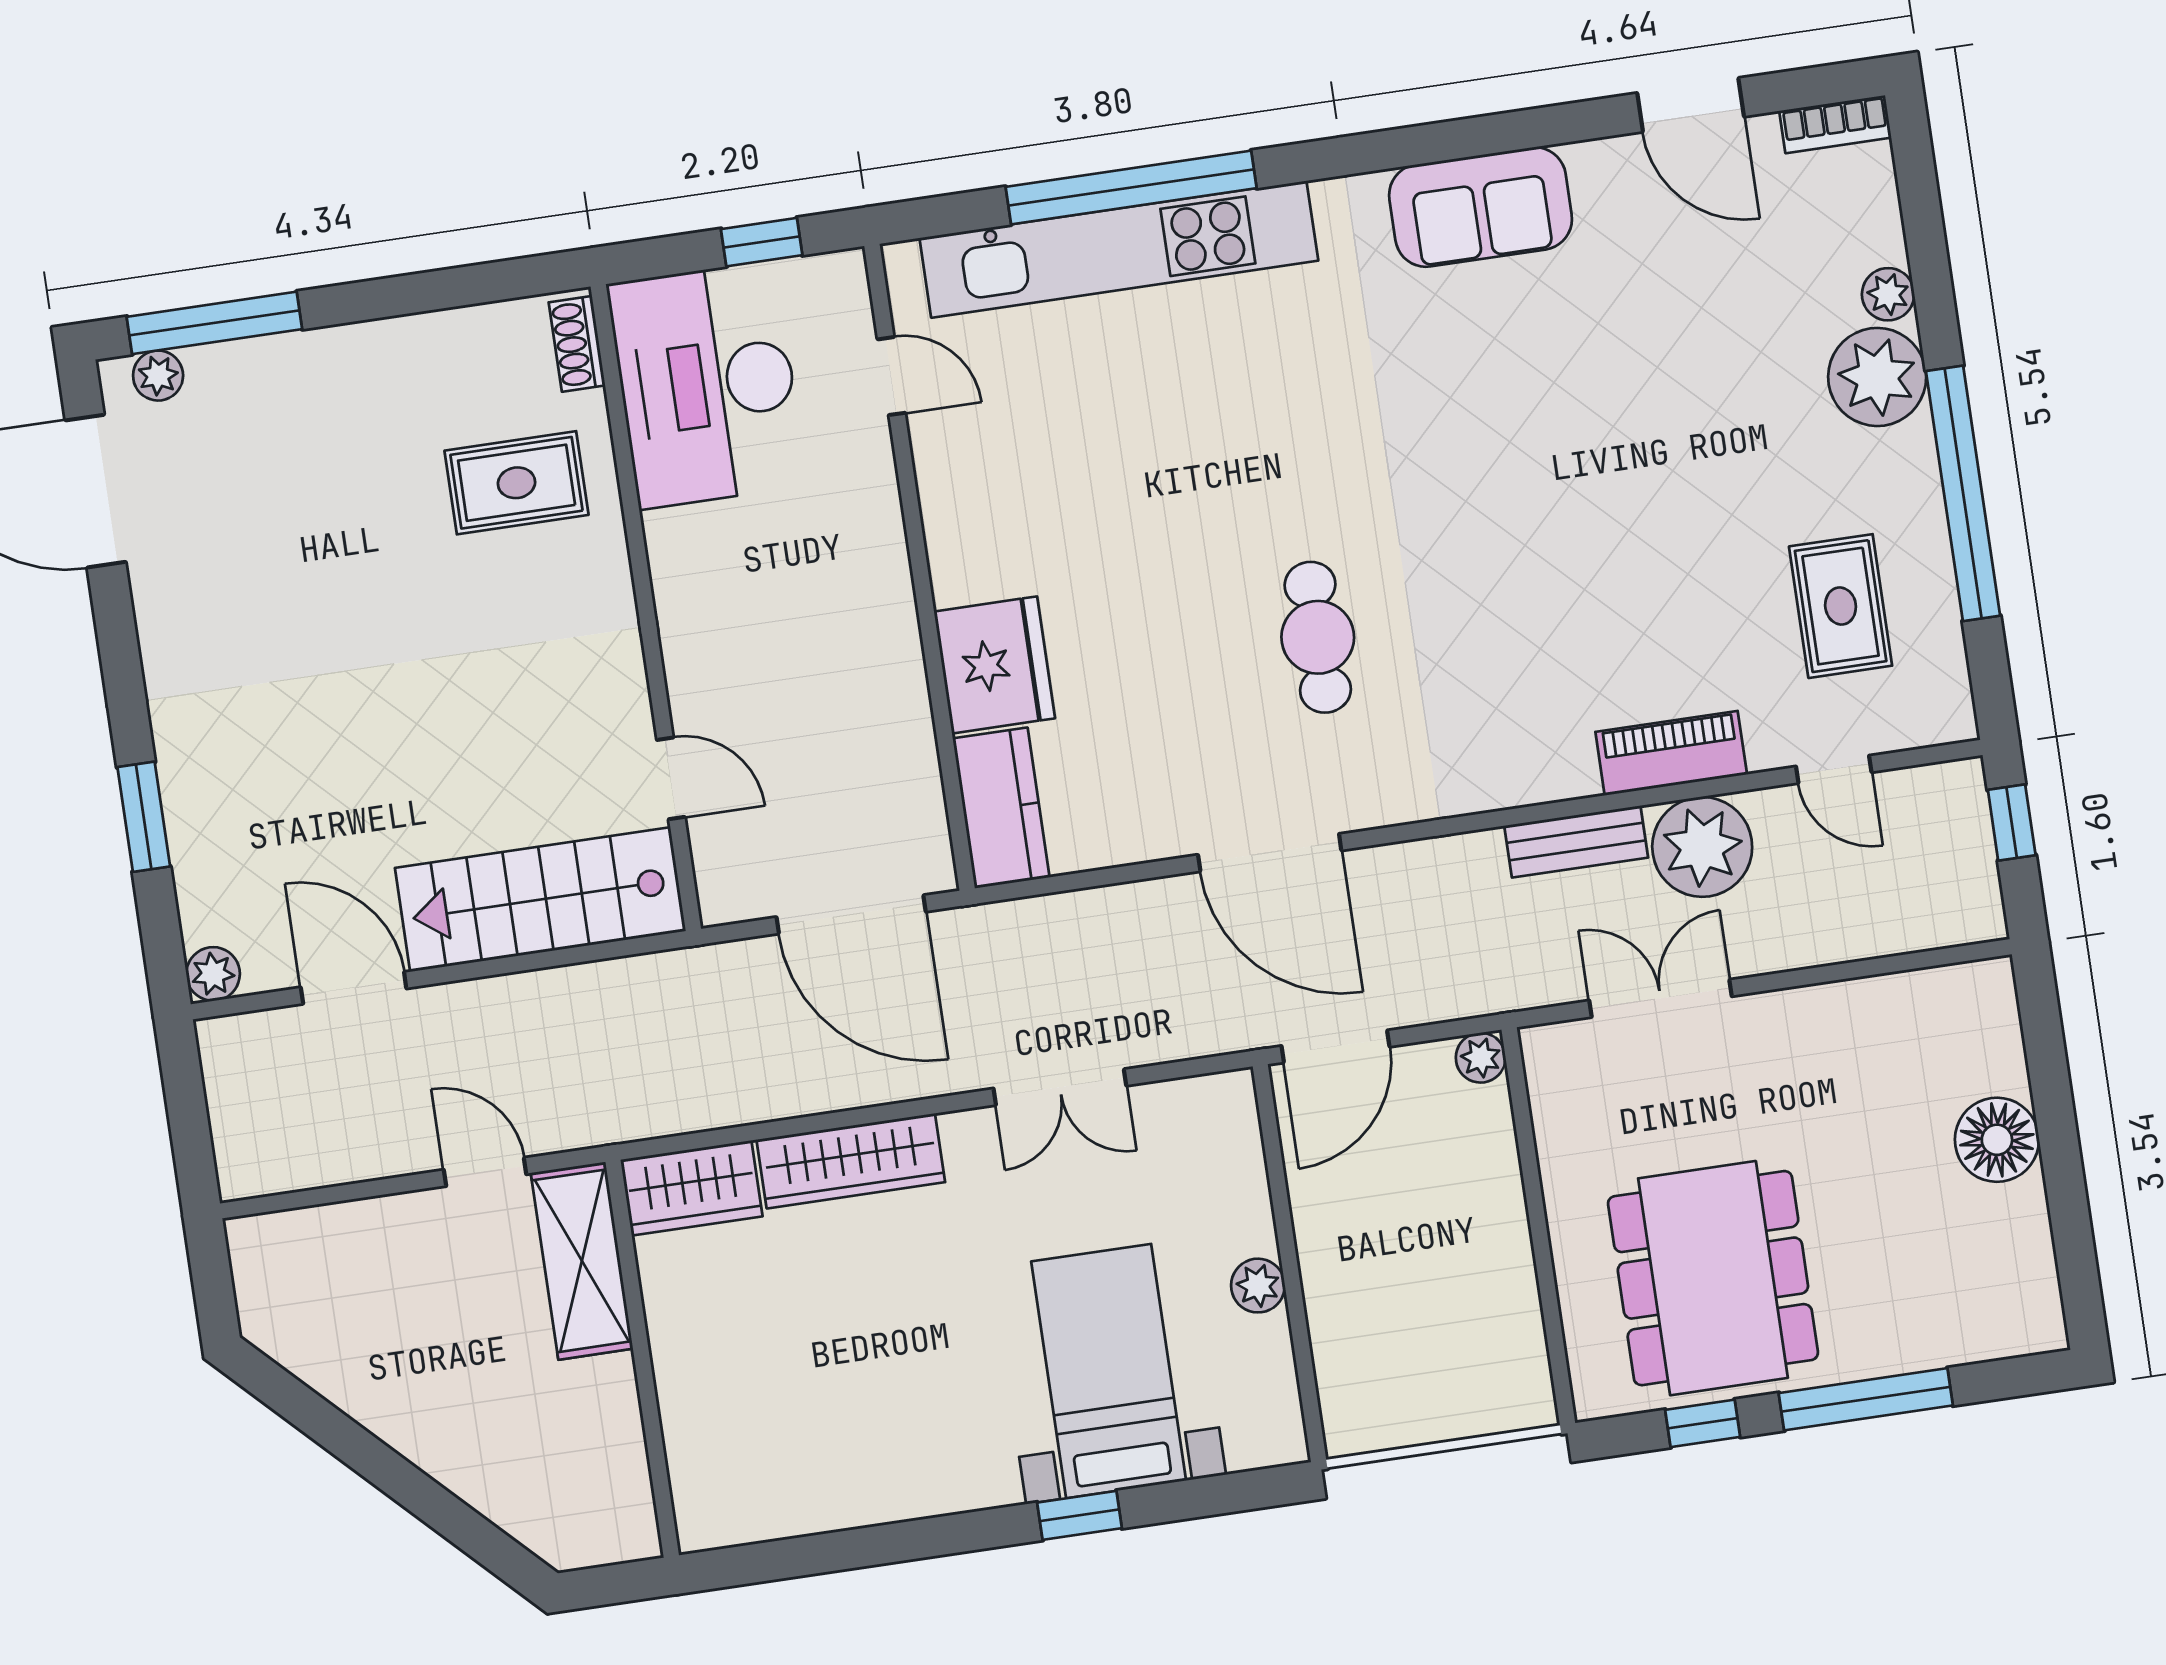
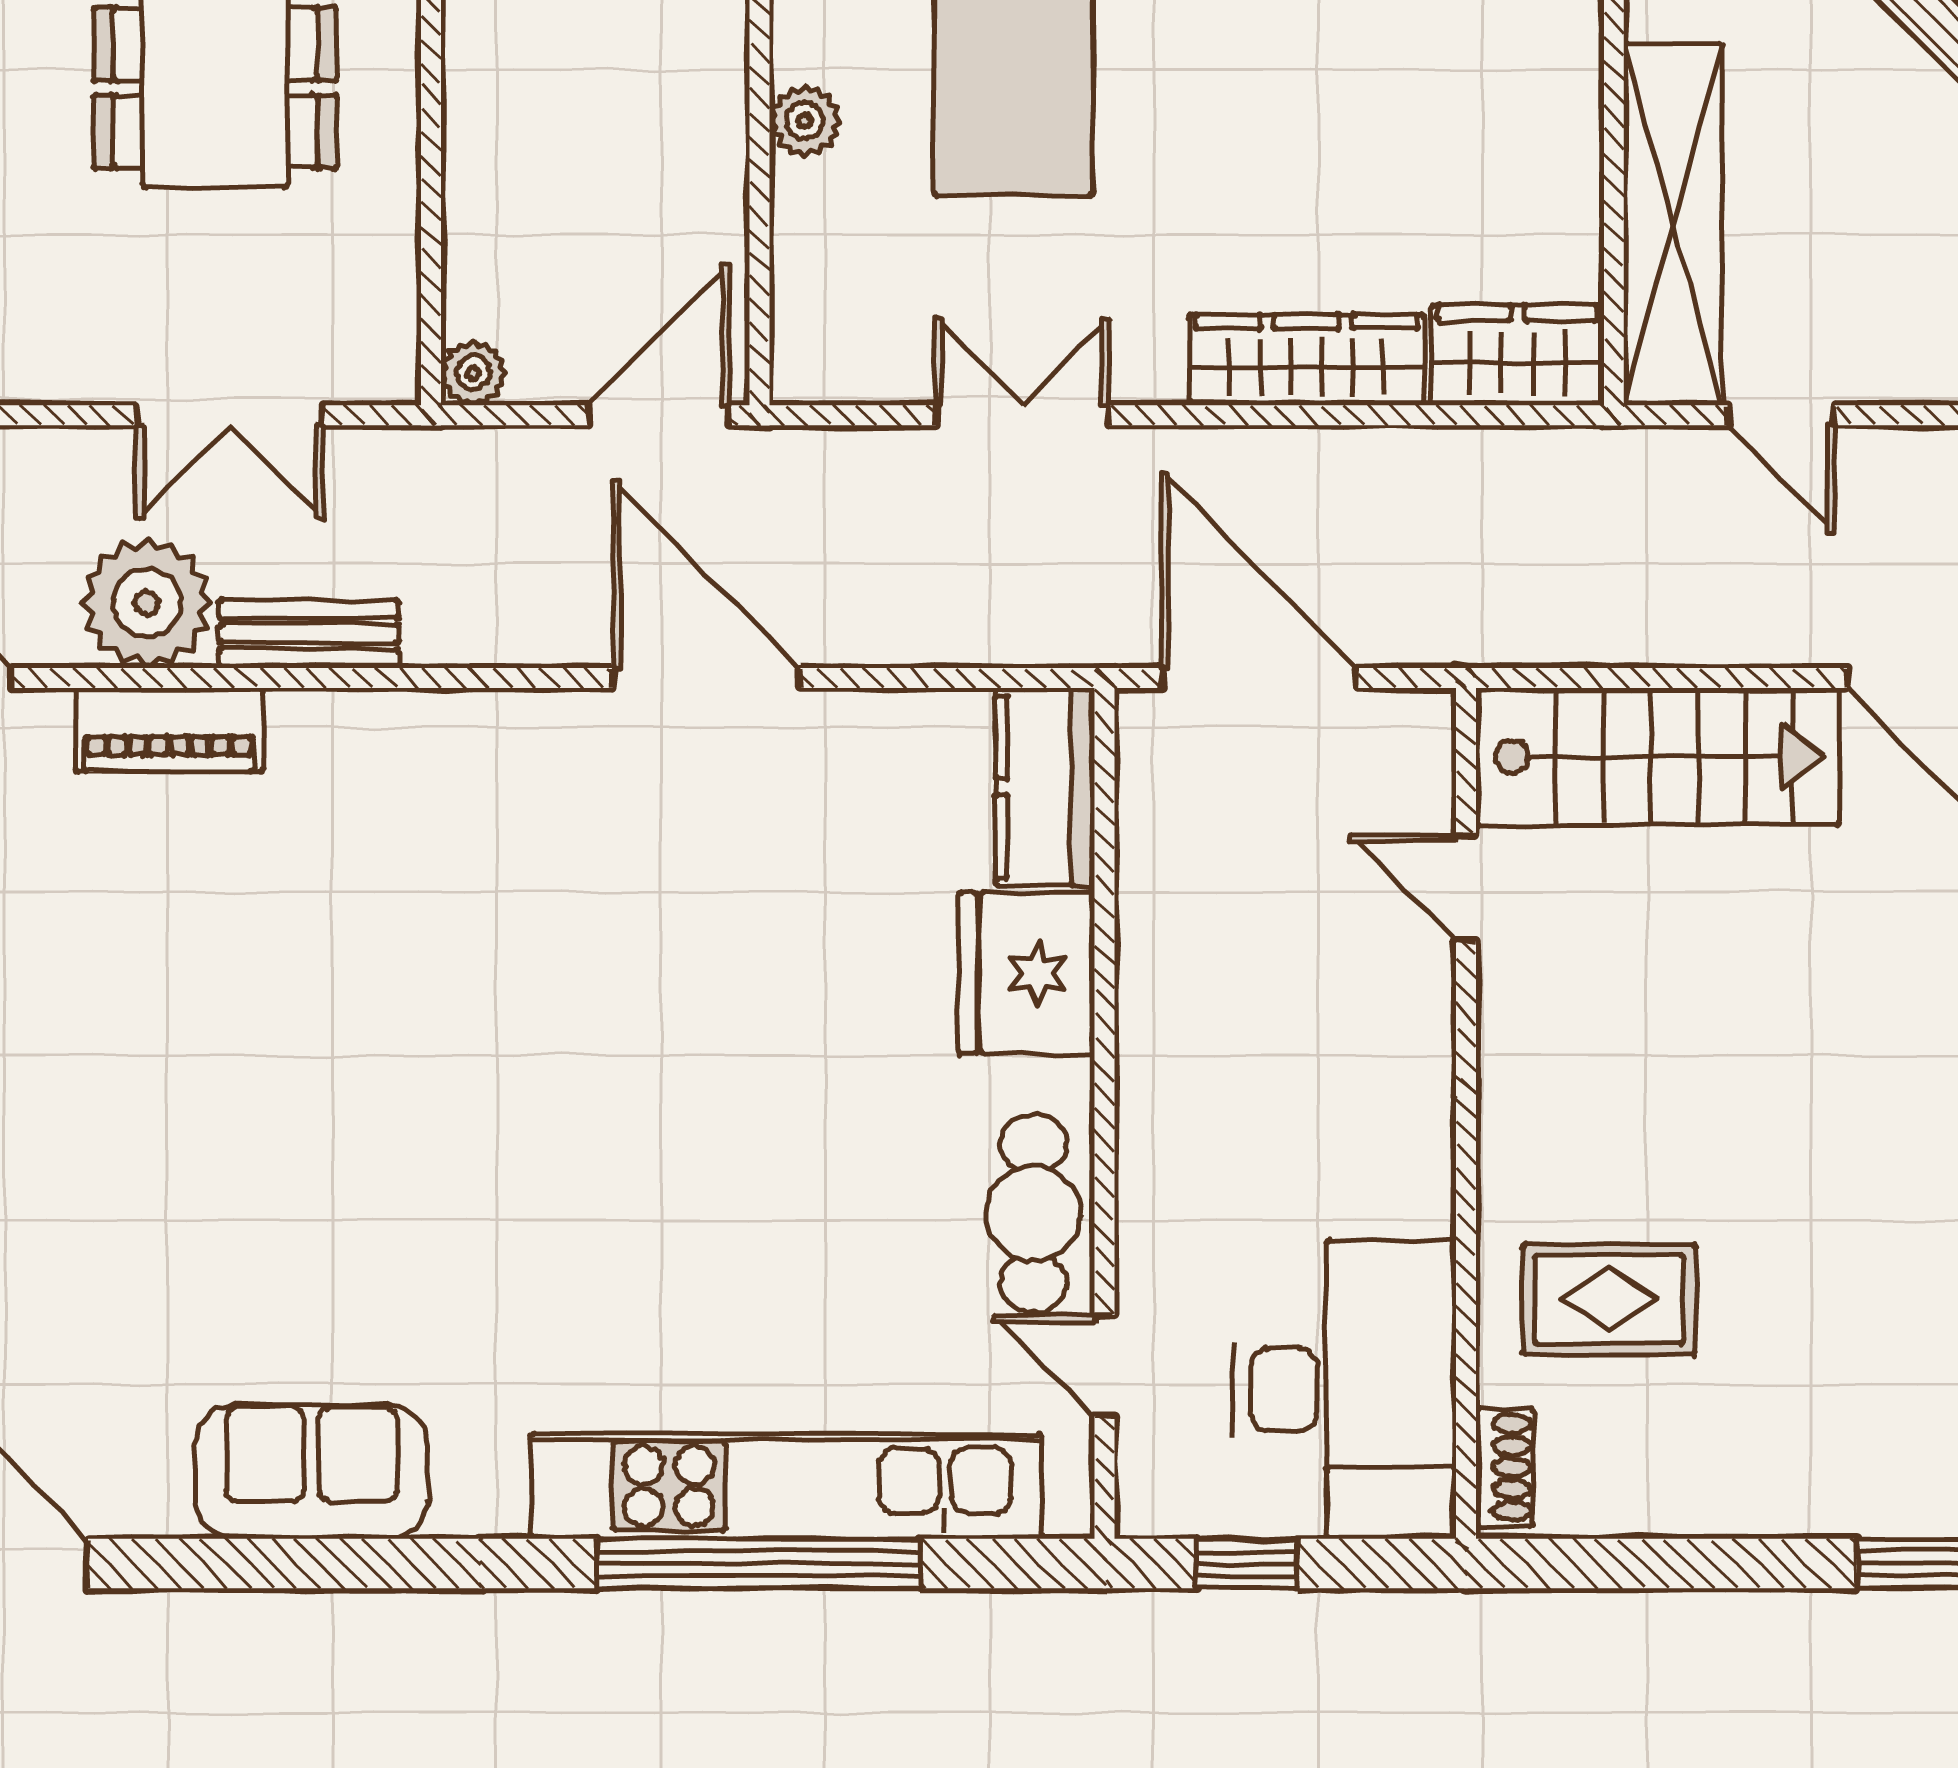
cafe table: (1318, 637) -> (1033, 1213), moved
shelving: (582, 1261) -> (1673, 224), width x1.47

